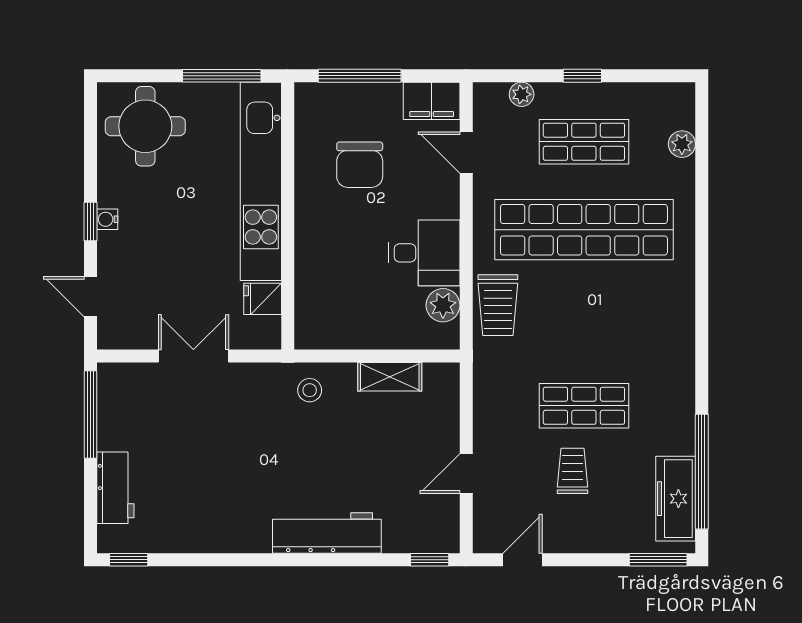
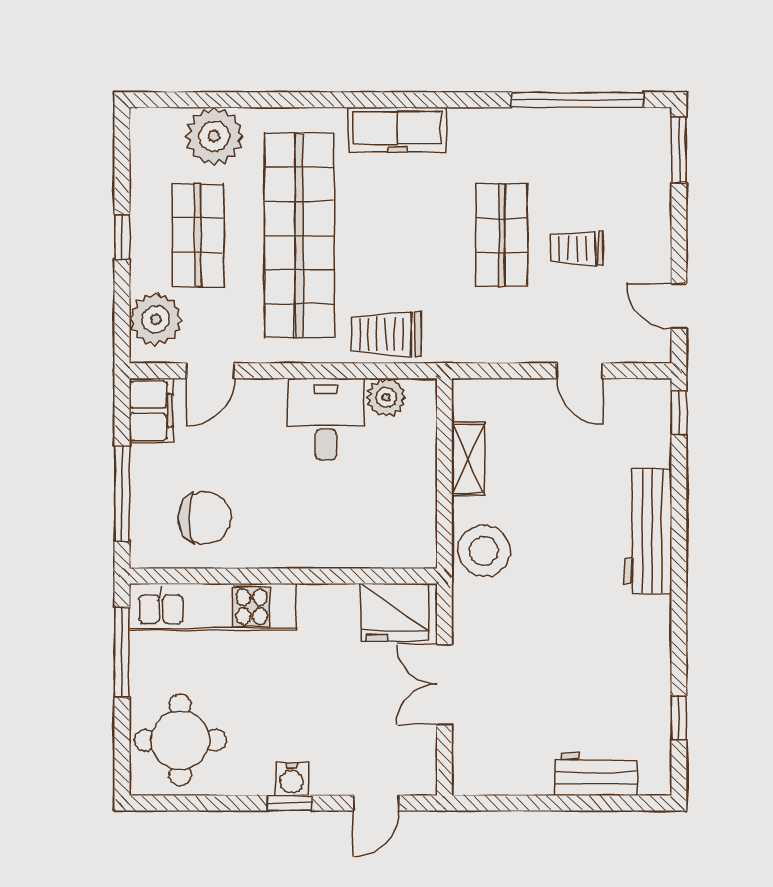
plant: (522, 94) -> (156, 319), width x1.88, depth x1.88
plant: (682, 144) -> (214, 136), width x1.88, depth x1.88
chair: (360, 165) -> (205, 518), moved
kitchen unit: (261, 181) -> (213, 607), width x0.73
water cooler: (107, 219) -> (292, 779), width x1.38, depth x1.38
fridge: (263, 299) -> (395, 612), width x1.88, depth x1.34
trolley: (498, 305) -> (386, 334), turned 180
stool: (310, 390) -> (484, 551), width x1.89, depth x1.89
window: (90, 415) -> (512, 803), removed
freezer: (676, 499) -> (397, 130), moved
window: (129, 560) -> (679, 718), moved

